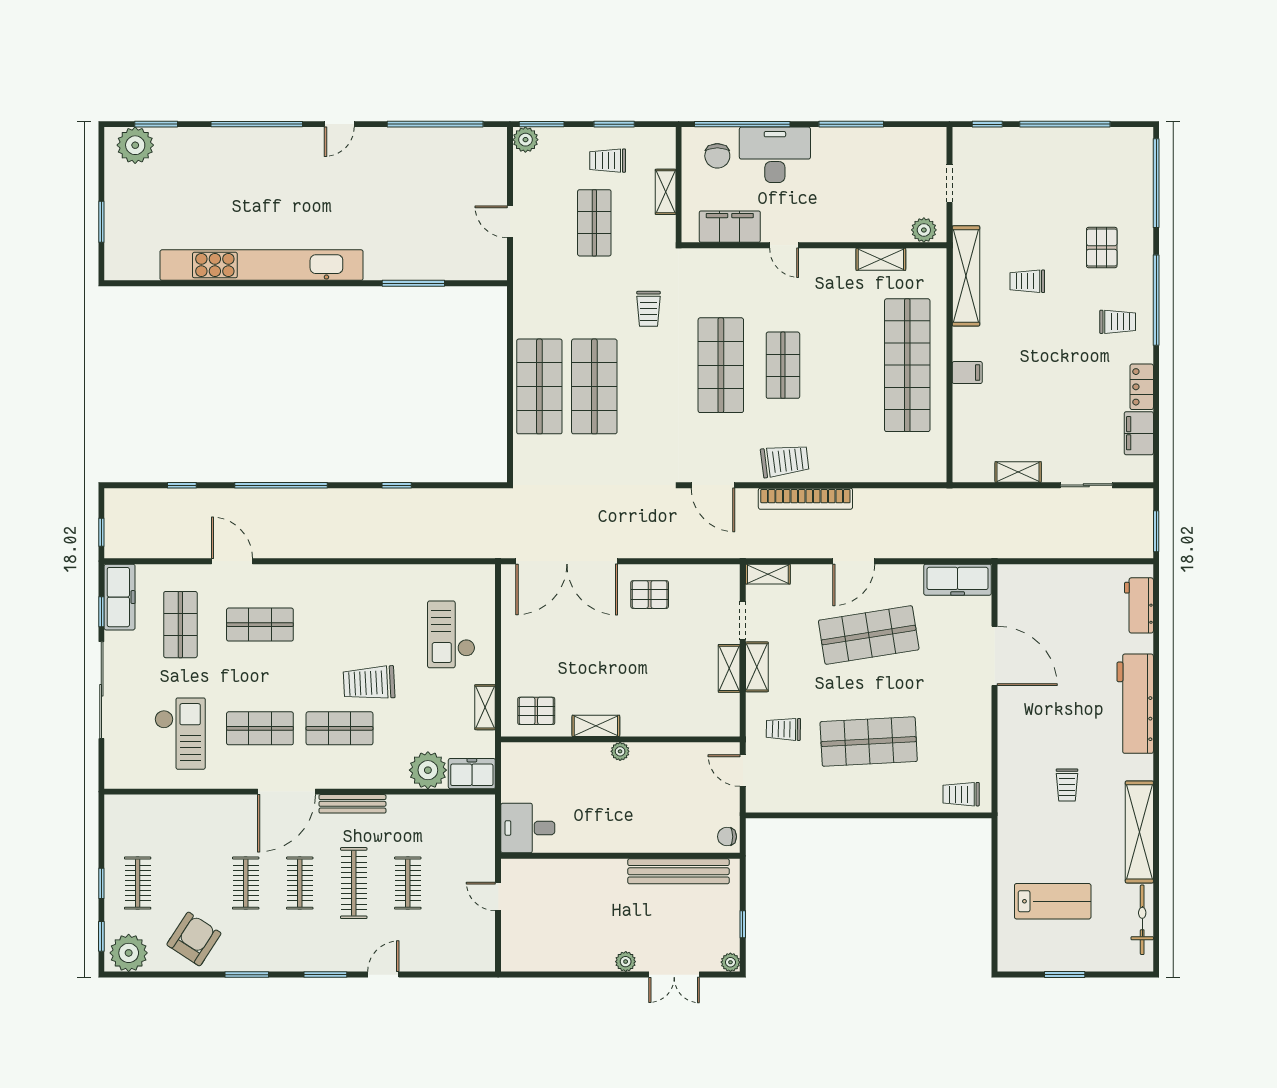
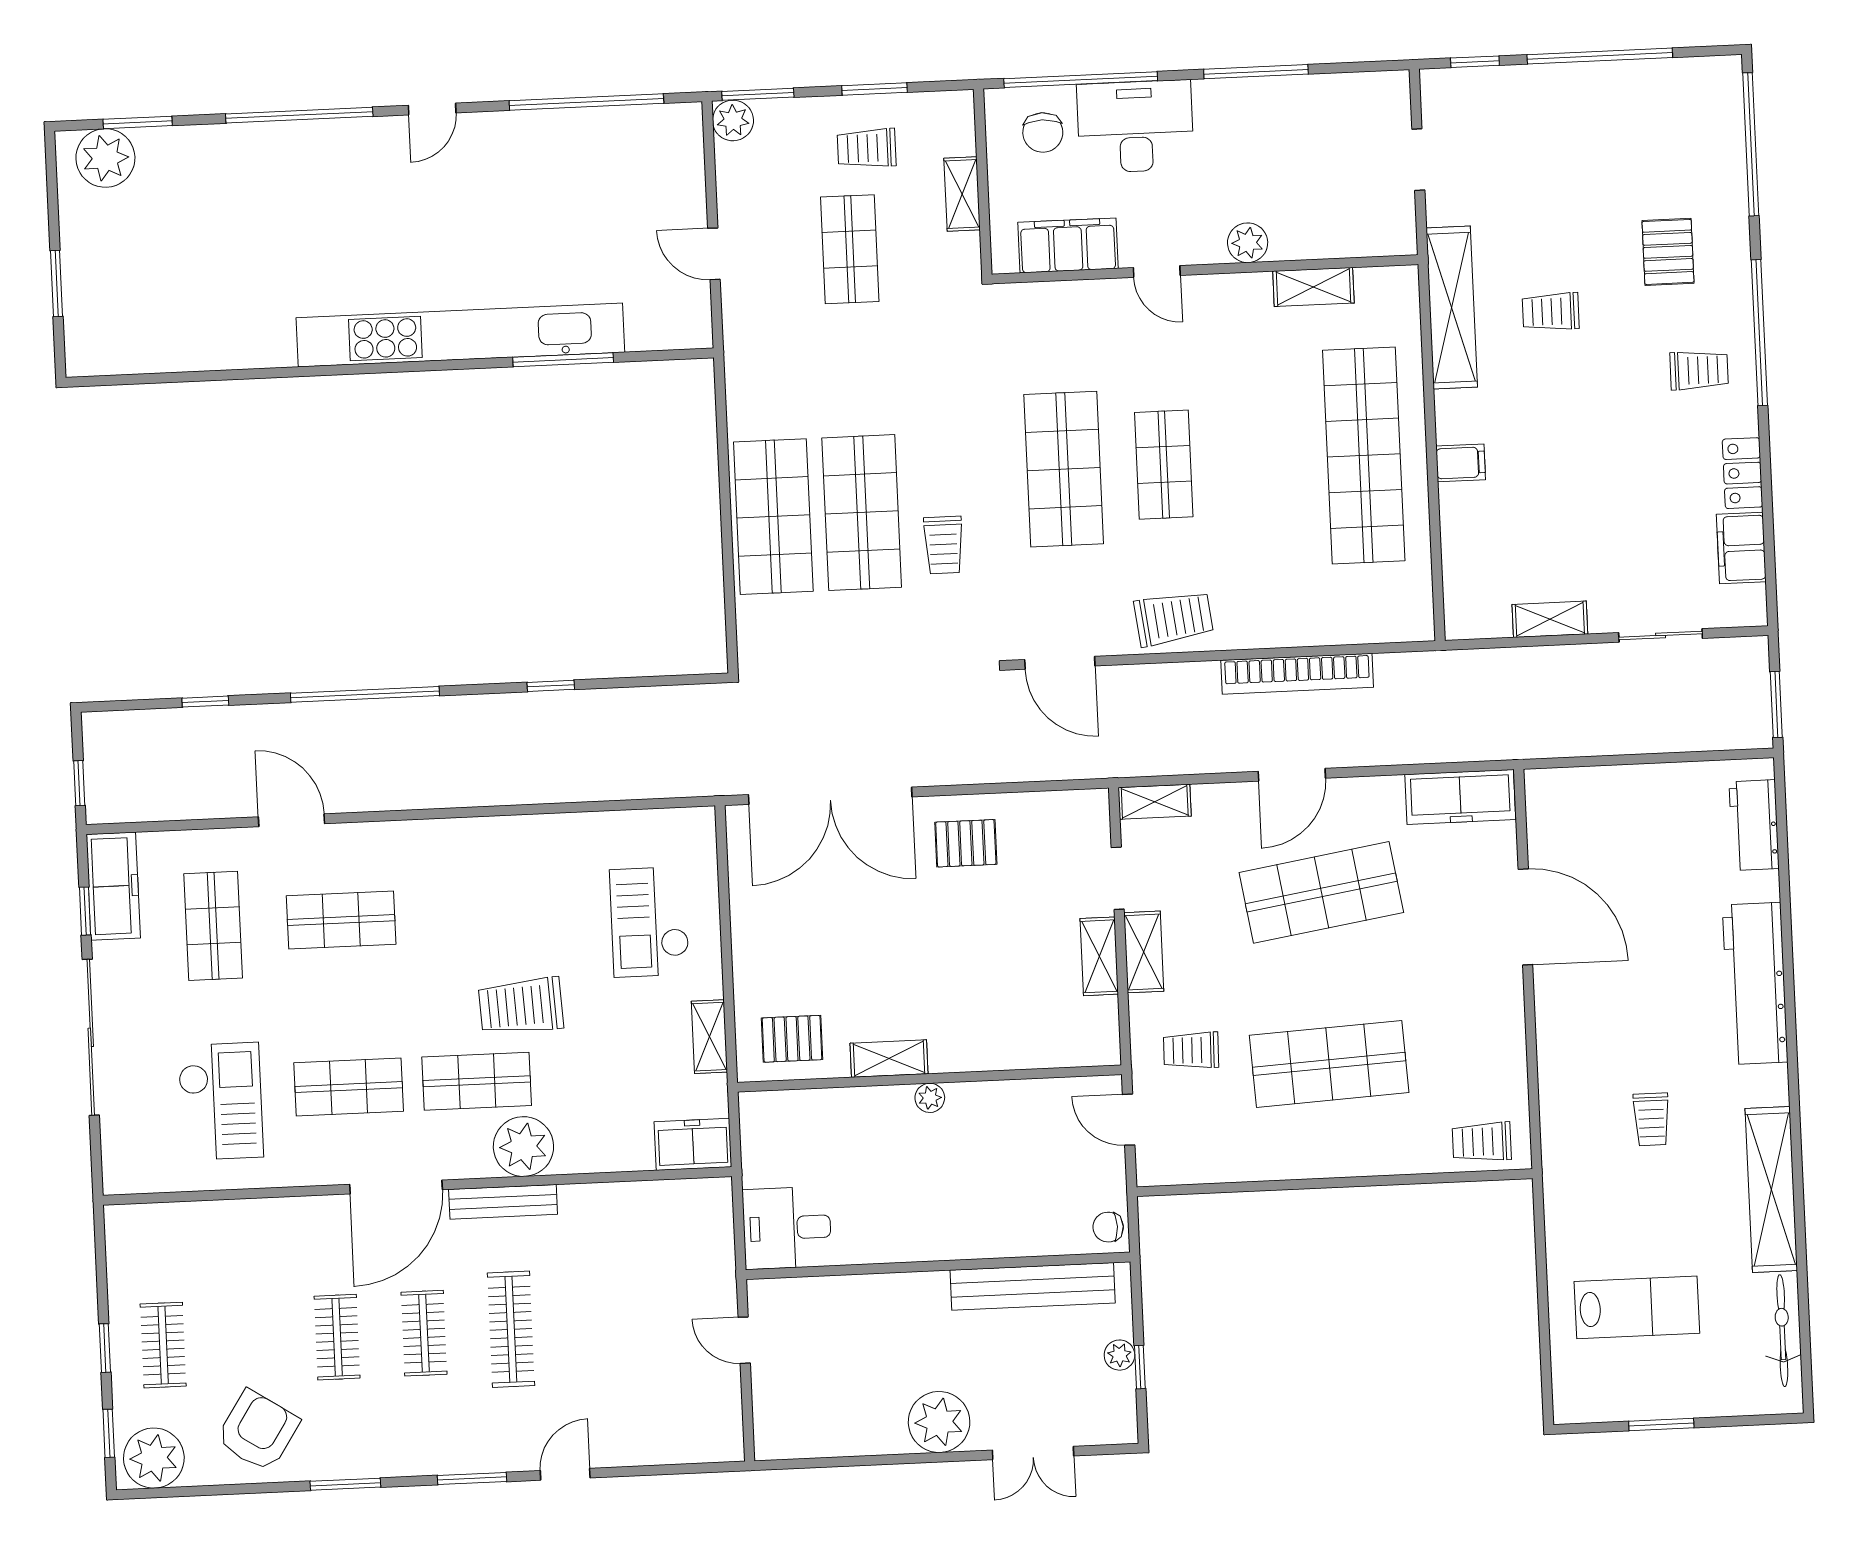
plant: (924, 230) -> (1248, 243), moved
kitchen unit: (262, 265) -> (460, 335), moved
trolley: (649, 309) -> (944, 545), moved
bookcase: (805, 499) -> (1297, 674), moved
plant: (428, 770) -> (523, 1147), moved
clothes rail: (408, 883) -> (598, 1325), removed
plant: (626, 962) -> (939, 1422), width x1.88, depth x1.88
plant: (730, 962) -> (1119, 1355), moved

